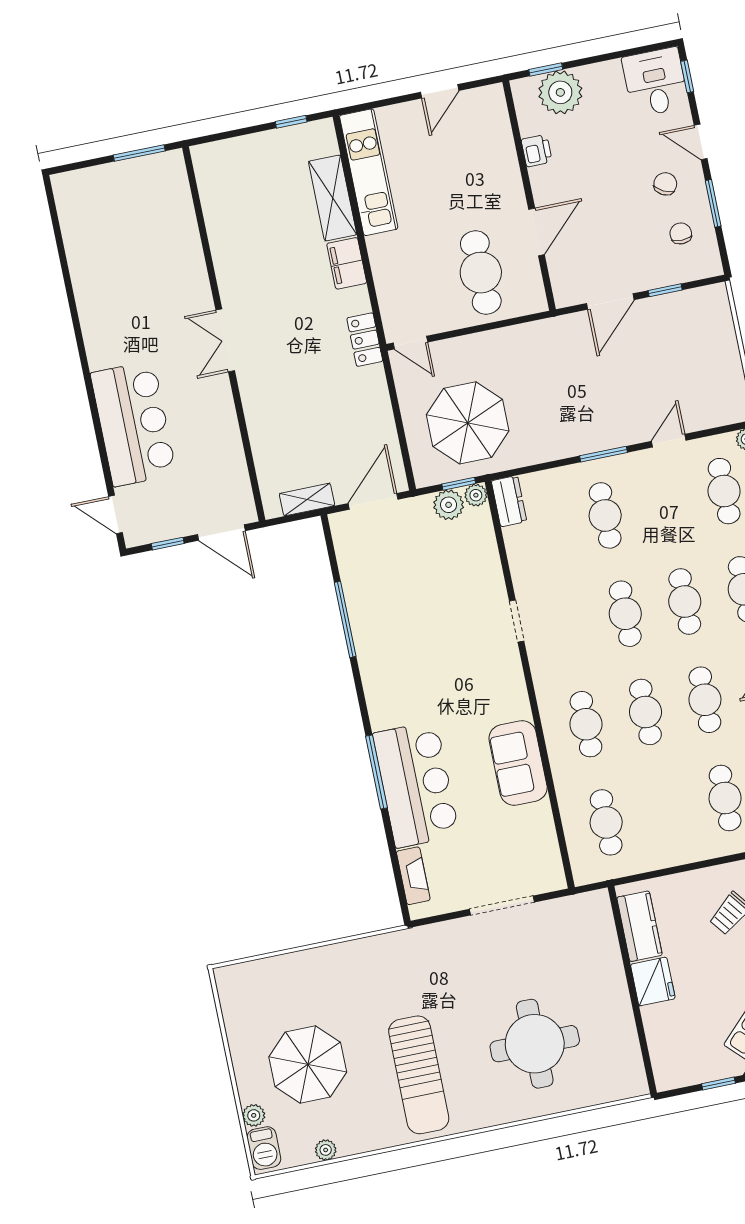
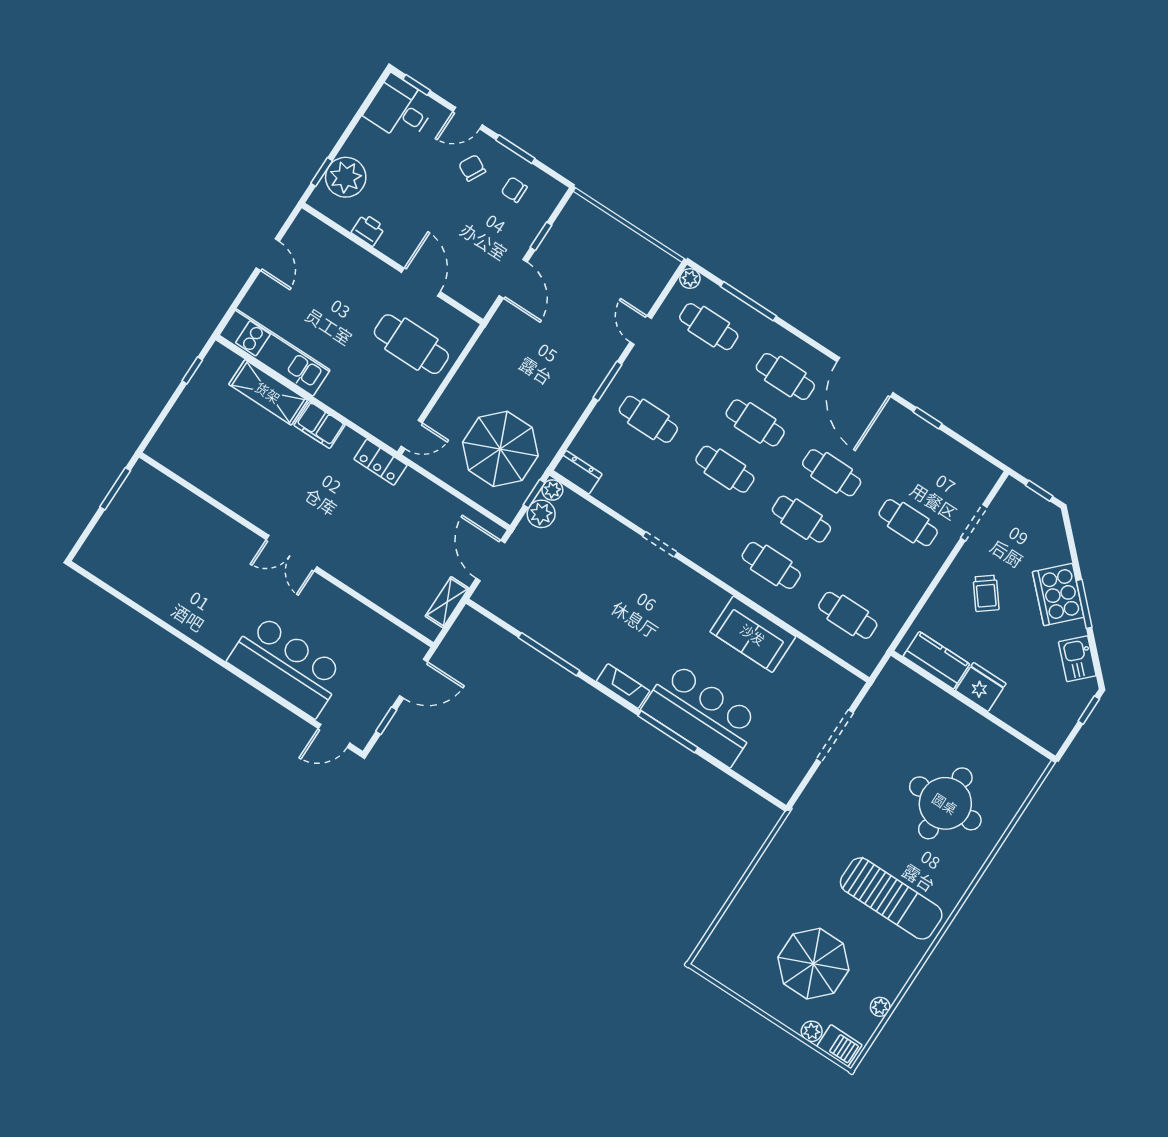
fireplace: (413, 876) -> (623, 686), moved

